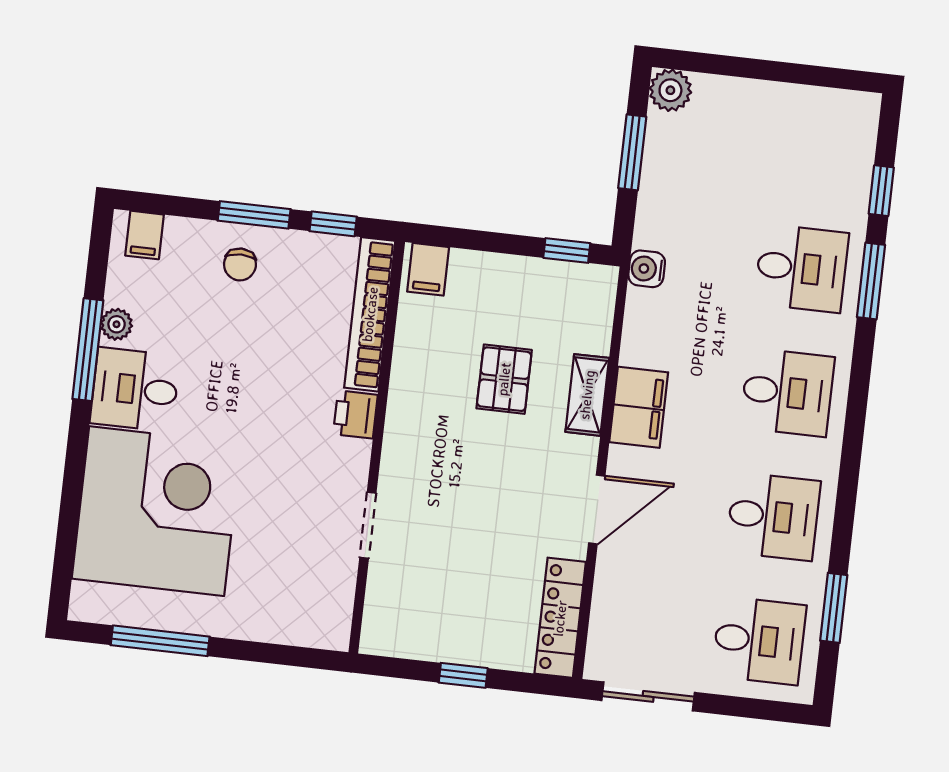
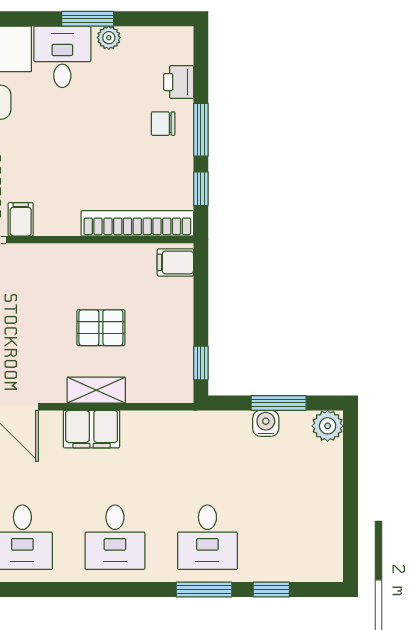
filing cabinet: (145, 235) -> (21, 219), moved, turned 90
water cooler: (647, 269) -> (266, 423), moved
window: (88, 350) -> (88, 19), width x0.69
printer: (355, 414) -> (179, 82), moved, turned -90

